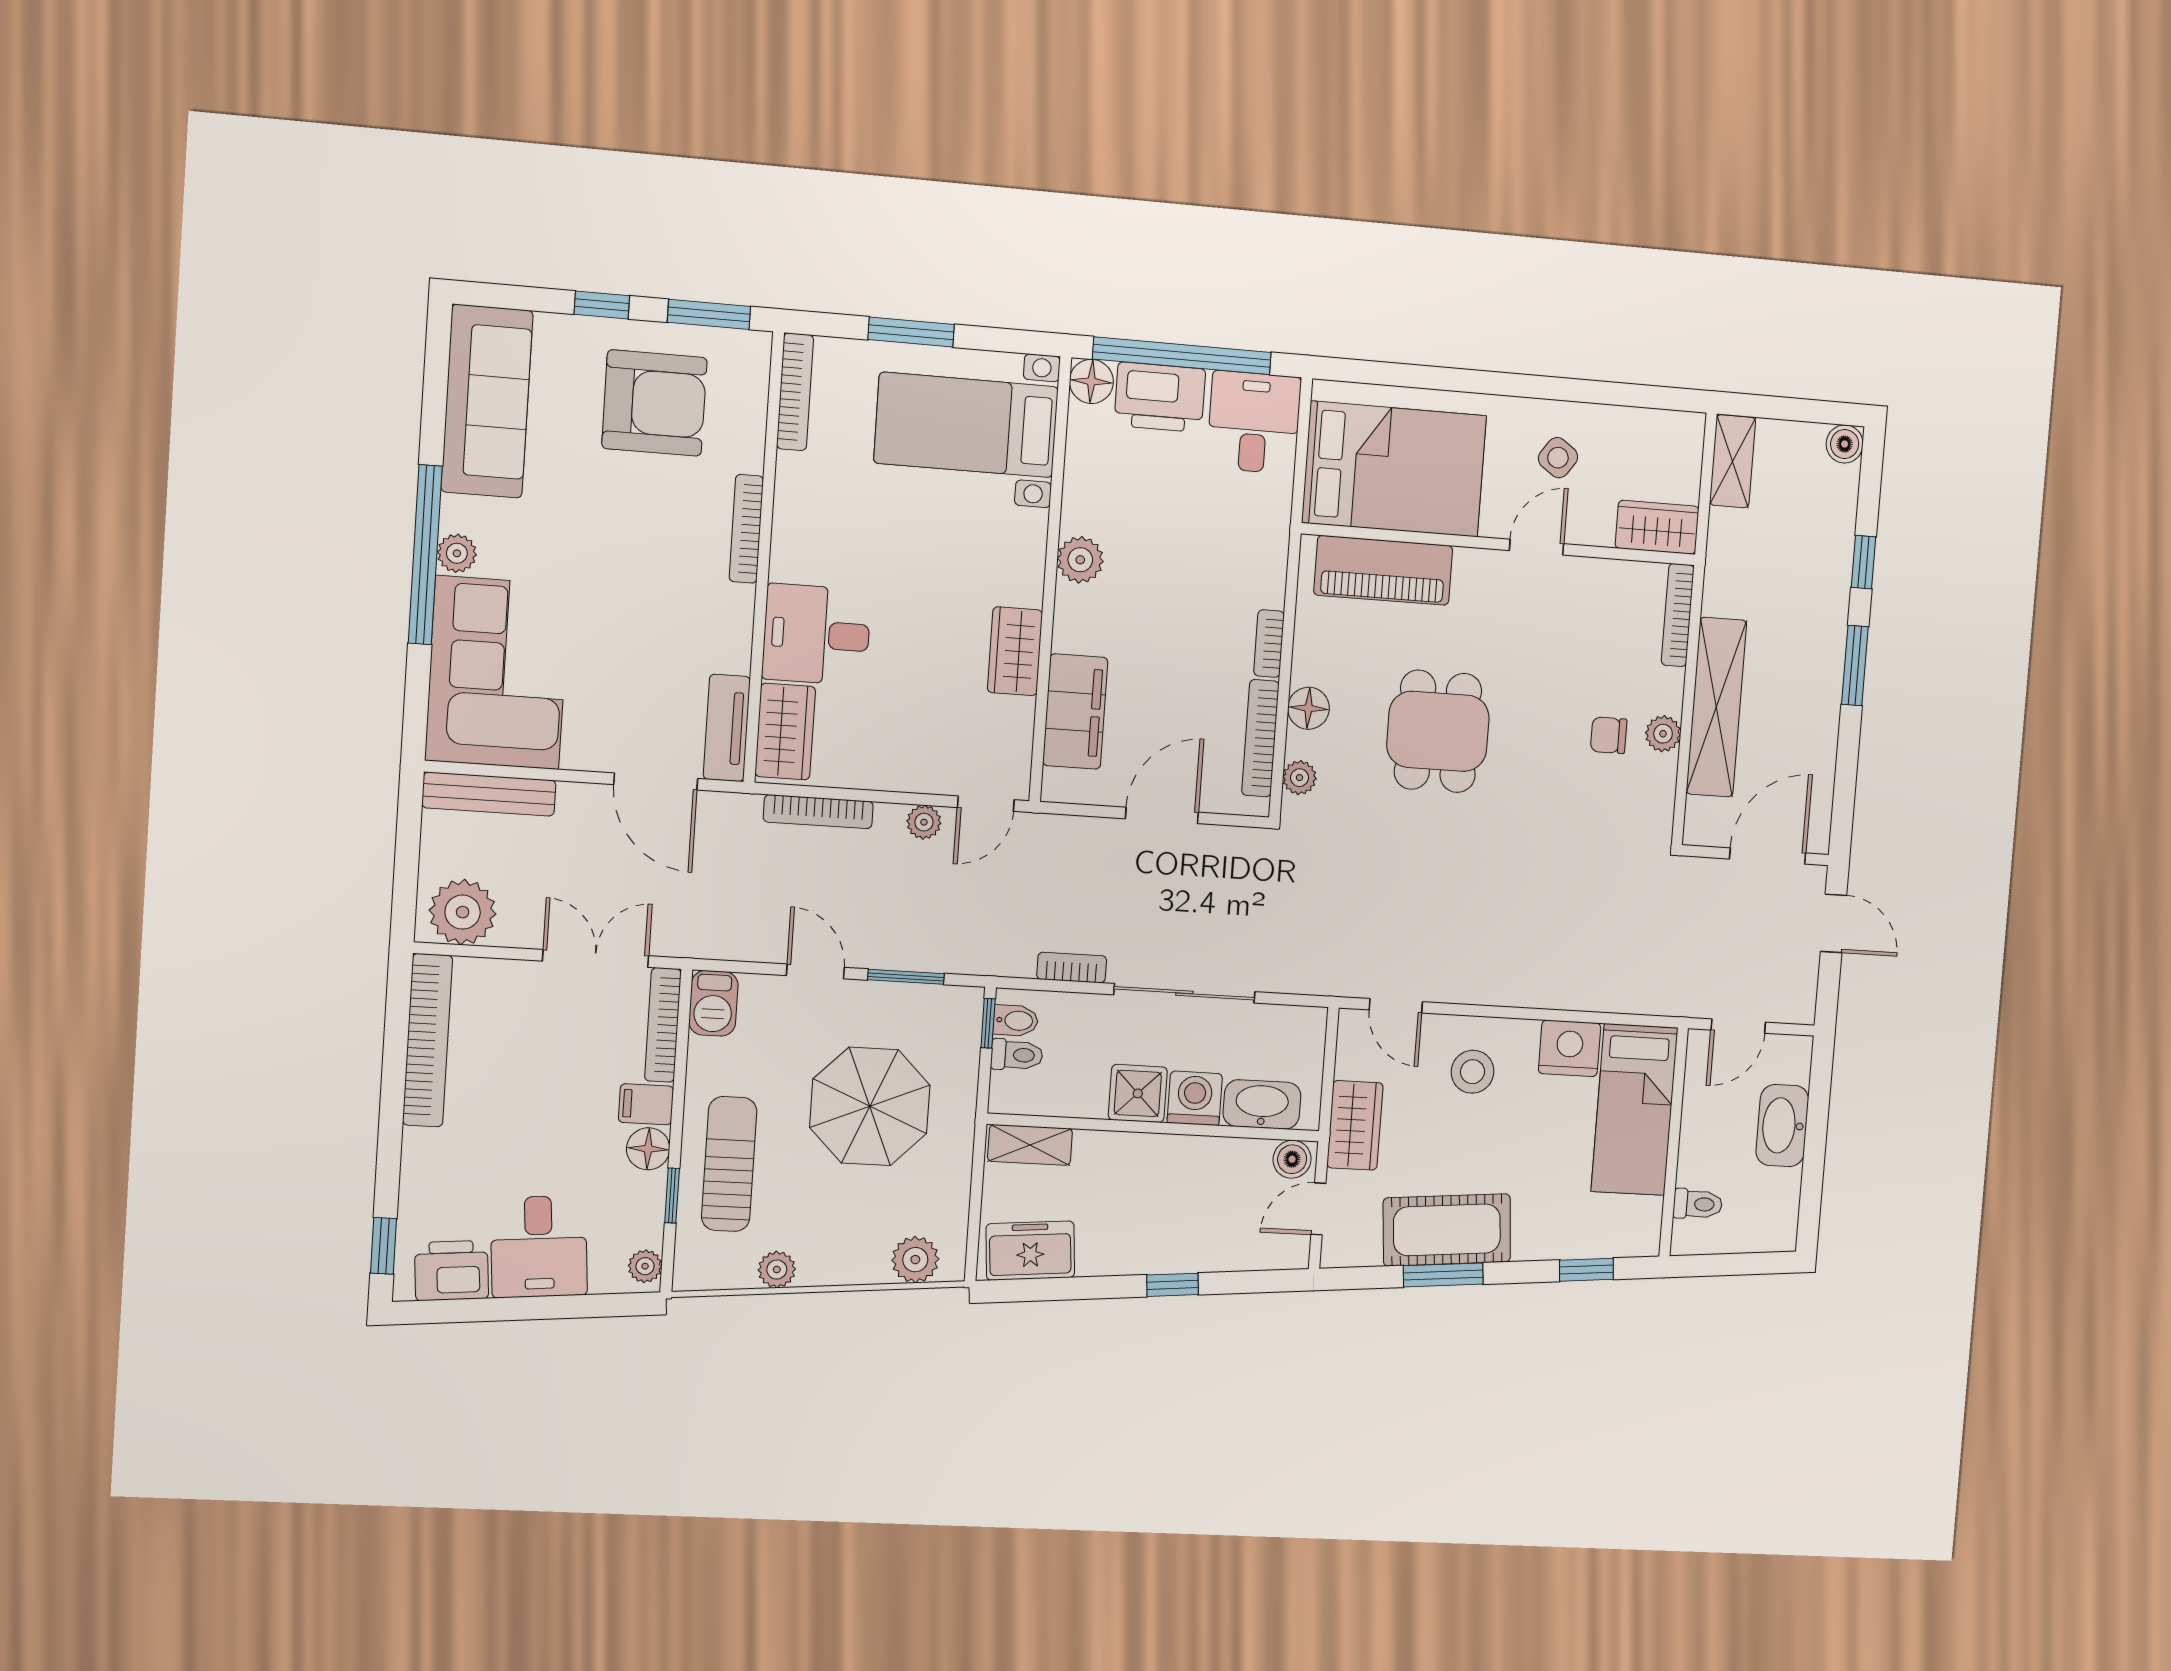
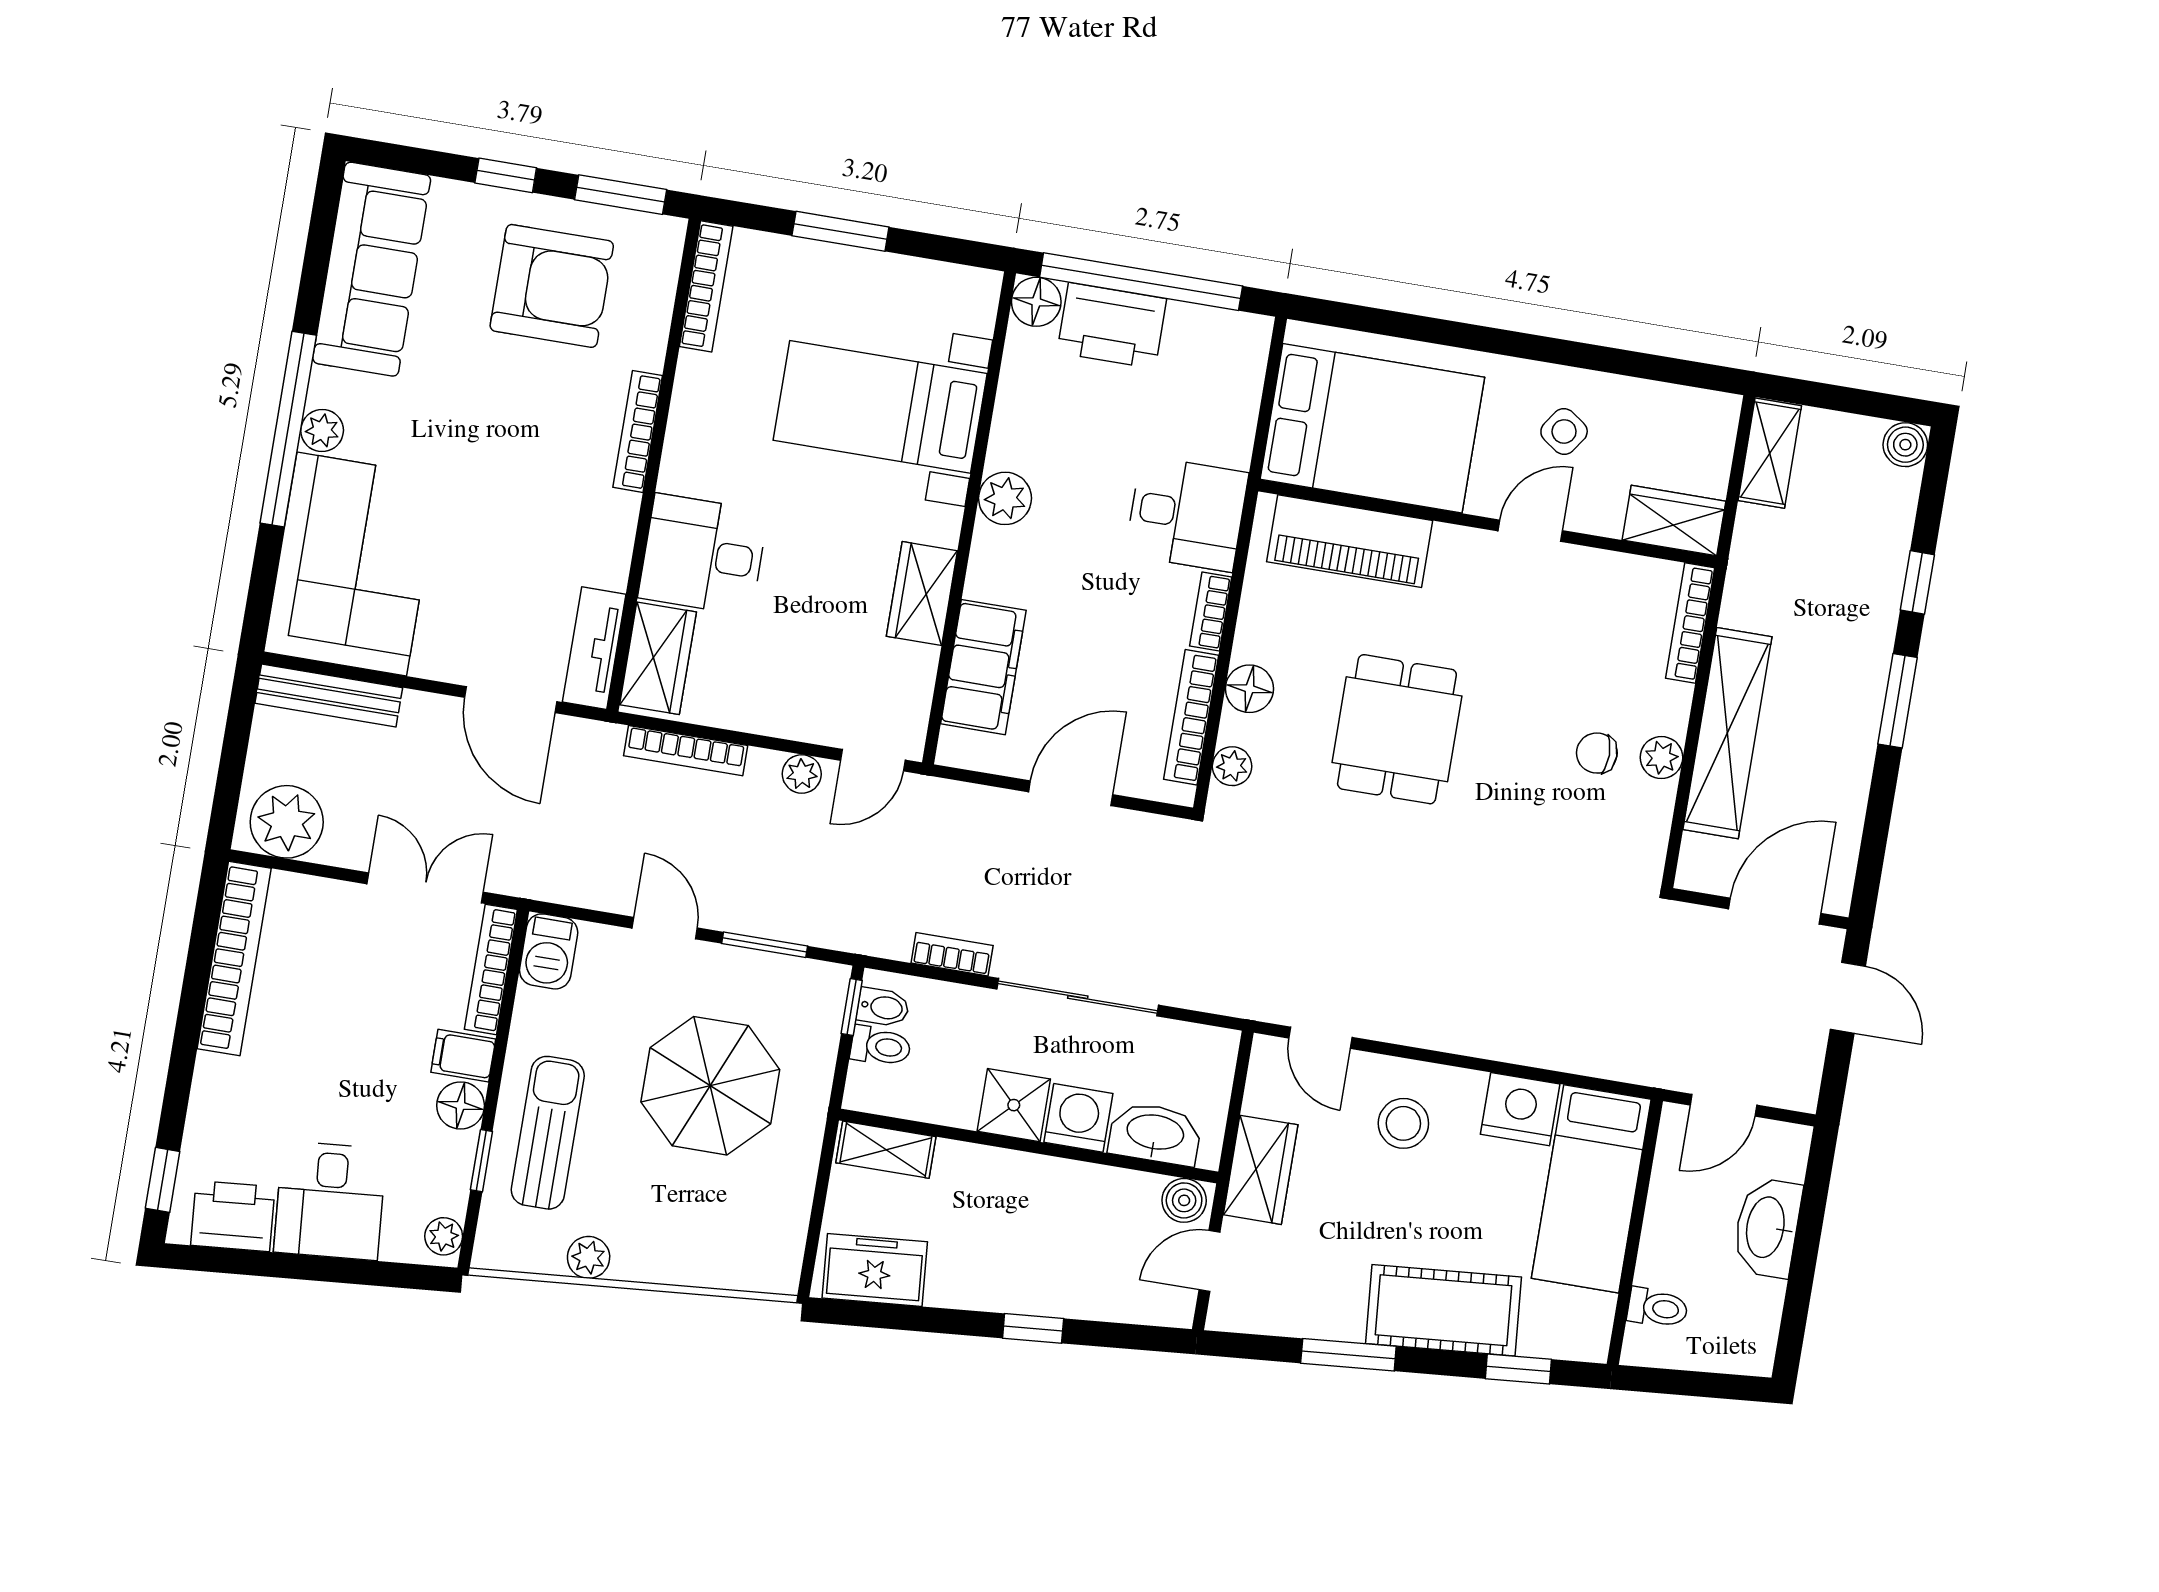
desk: (1254, 422) -> (1187, 514), moved, turned 90
bed with nightstands: (966, 425) -> (880, 407), moved
cot: (1447, 1230) -> (1443, 1310), moved
plant: (915, 1260) -> (744, 1265), removed

